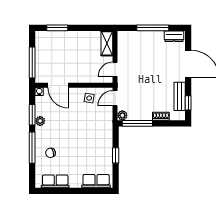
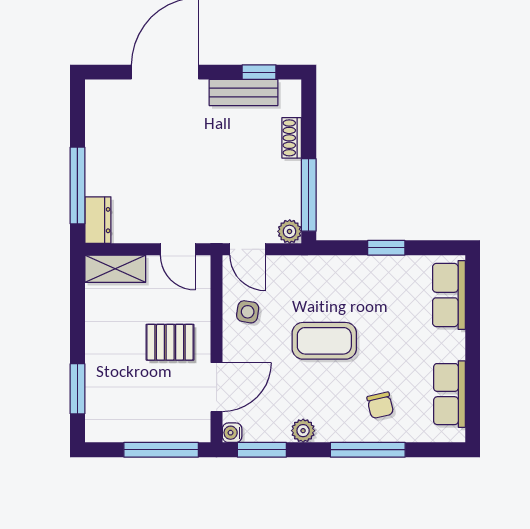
window: (153, 28) -> (77, 186), moved
dresser: (174, 36) -> (98, 220), moved
pallet: (77, 66) -> (170, 342), added
window: (32, 115) -> (262, 450), moved
coffee table: (77, 130) -> (324, 341), added

